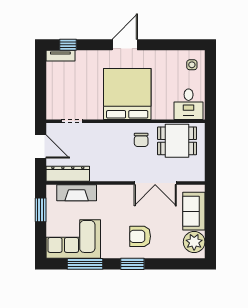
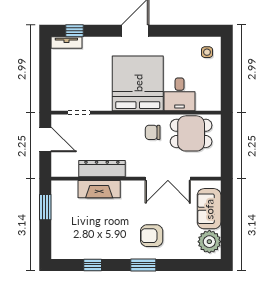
desk: (189, 104) -> (180, 94), moved
chair: (141, 140) -> (153, 132), turned 90
dresser: (68, 174) -> (102, 169), moved
fireplace: (77, 193) -> (99, 189), moved
corner sofa: (73, 239) -> (80, 238), removed
window: (85, 264) -> (93, 265), width x0.46

